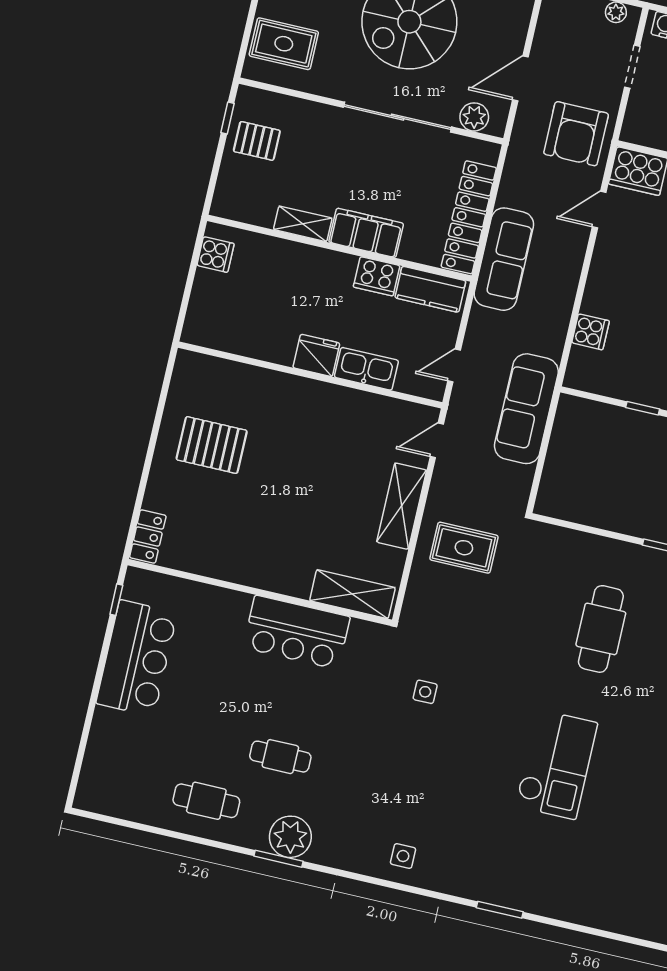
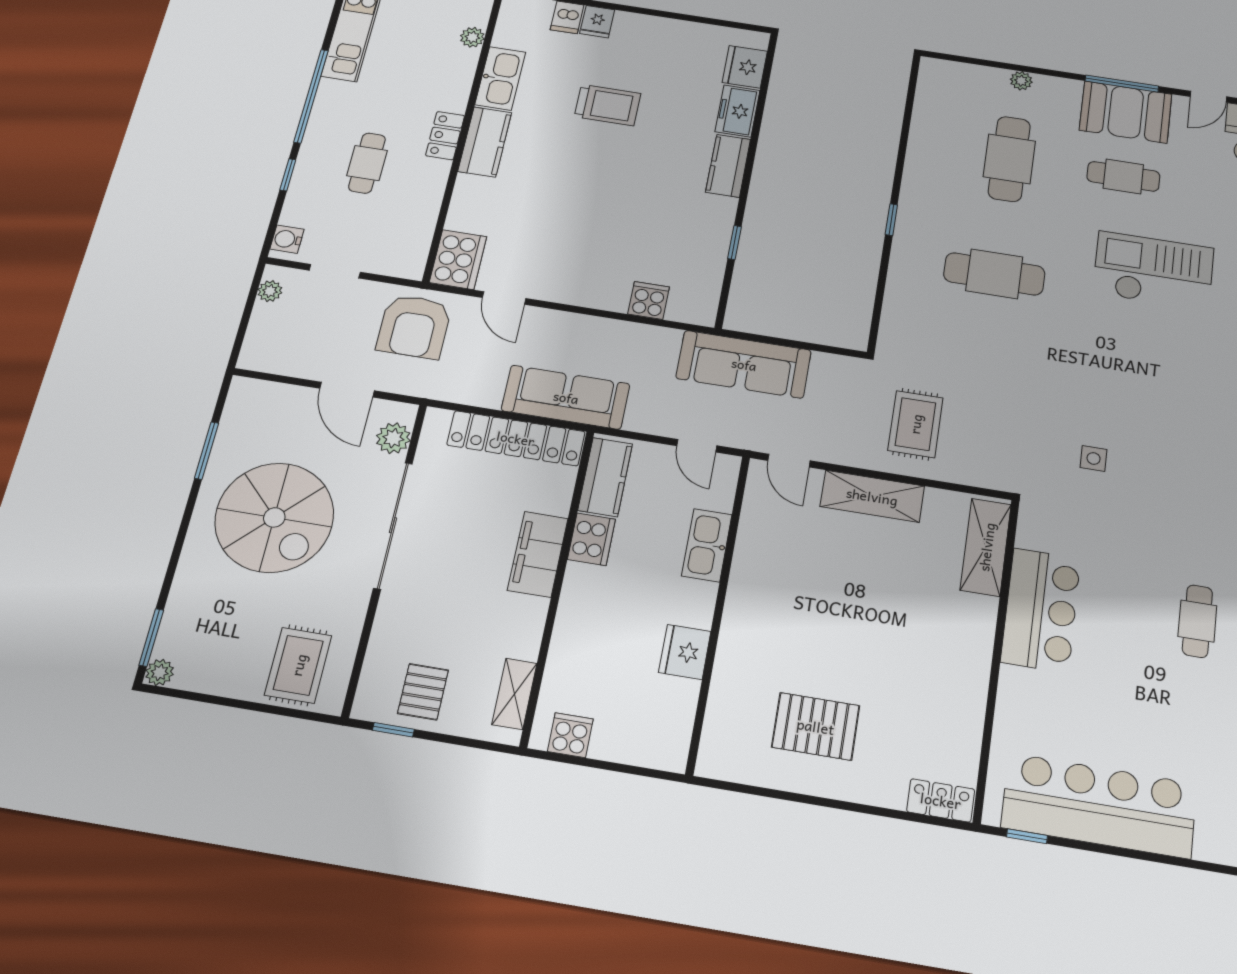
armchair: (576, 134) -> (414, 326), turned 90
shelving: (303, 224) -> (514, 694), moved
fridge: (316, 355) -> (685, 652), moved
pallet: (212, 445) -> (816, 726), turned 90
bar counter: (137, 658) -> (1099, 806), width x1.36
checkout: (556, 764) -> (1153, 271), moved

